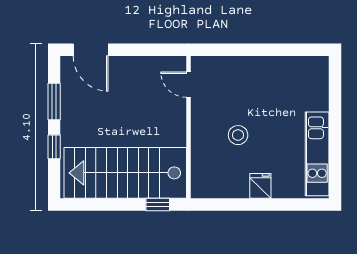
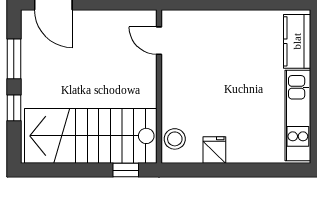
kitchen counter: (316, 85) -> (297, 41), added
stool: (238, 135) -> (175, 139), moved
fridge: (260, 186) -> (214, 150), moved

